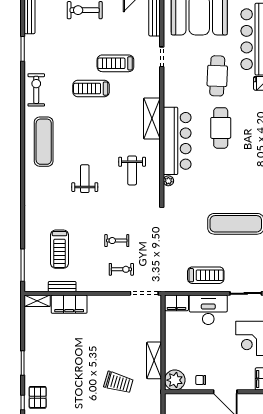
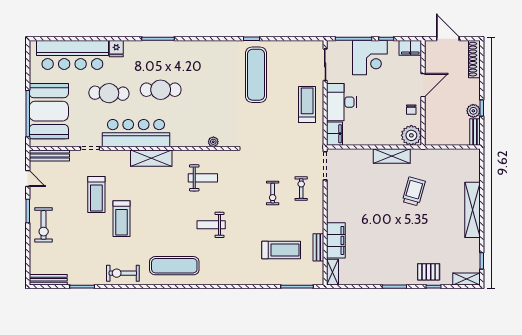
bar counter: (177, 141) -> (136, 133), moved

